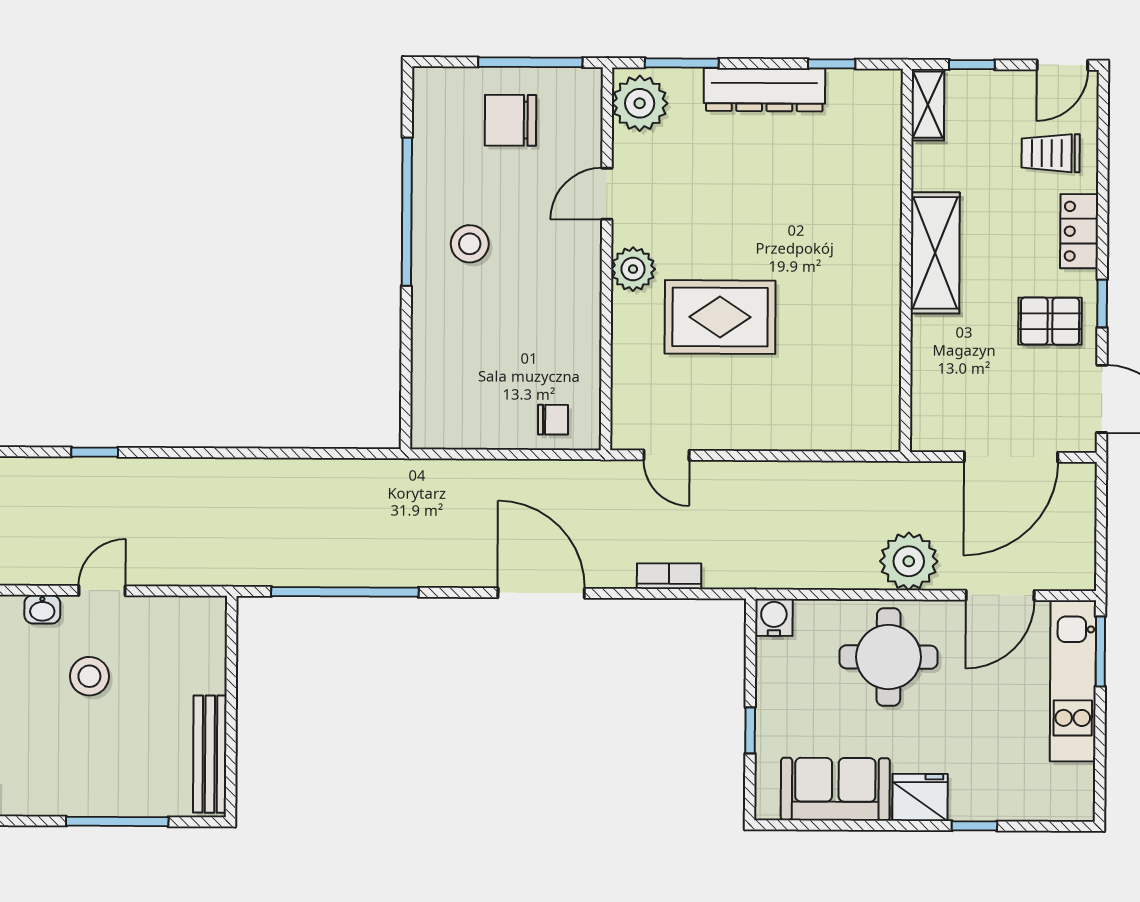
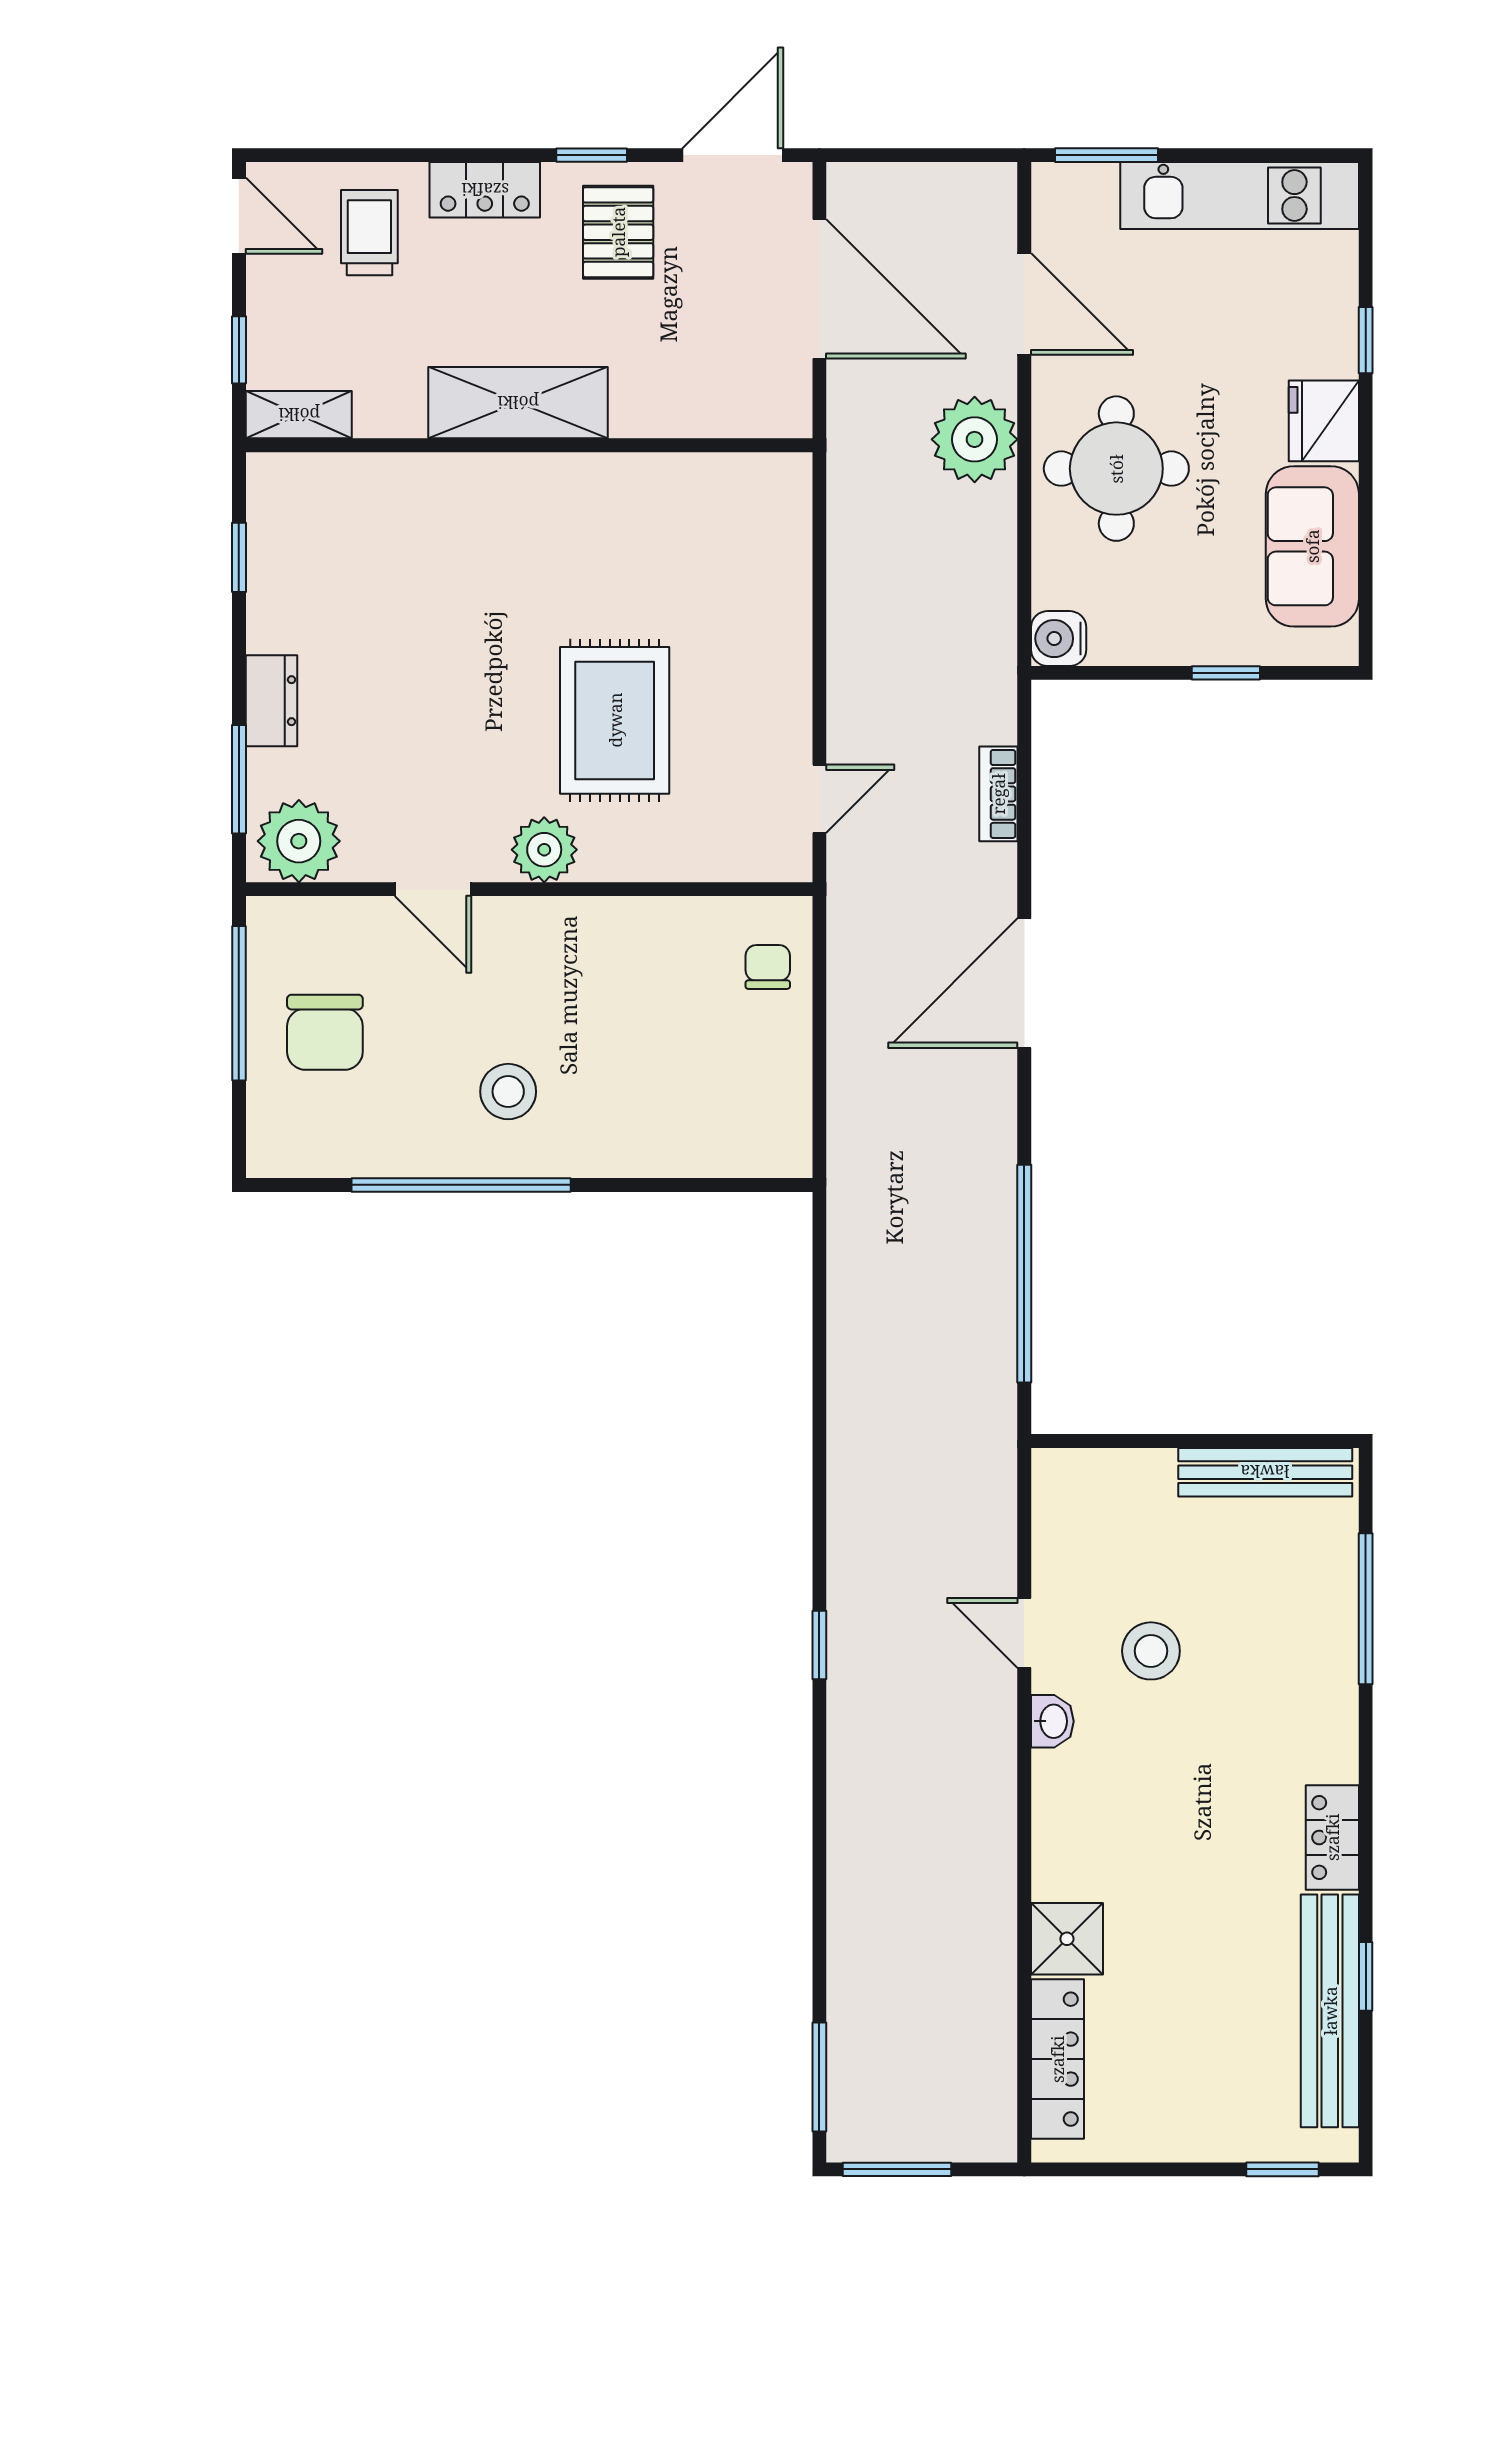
dresser: (764, 90) -> (272, 701), width x0.51, depth x0.80
trolley: (1051, 153) -> (369, 233), turned 180
kitchen unit: (1073, 681) -> (1240, 196), moved

